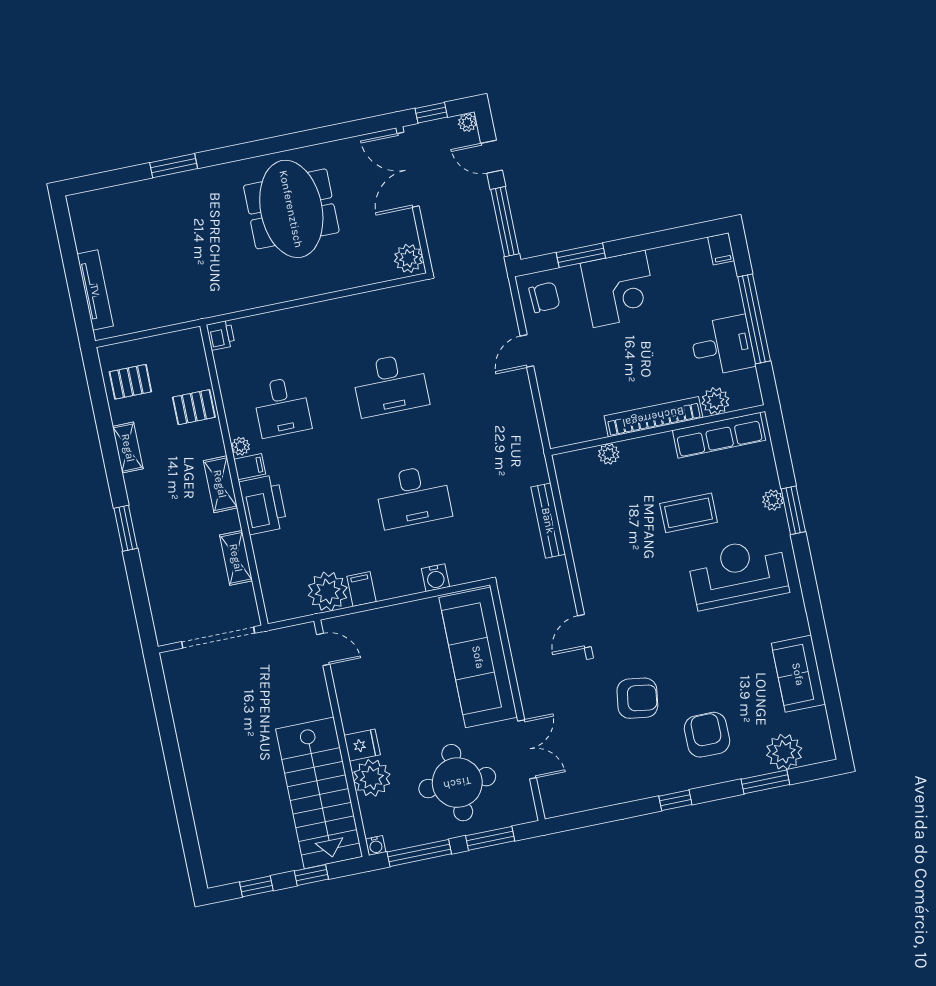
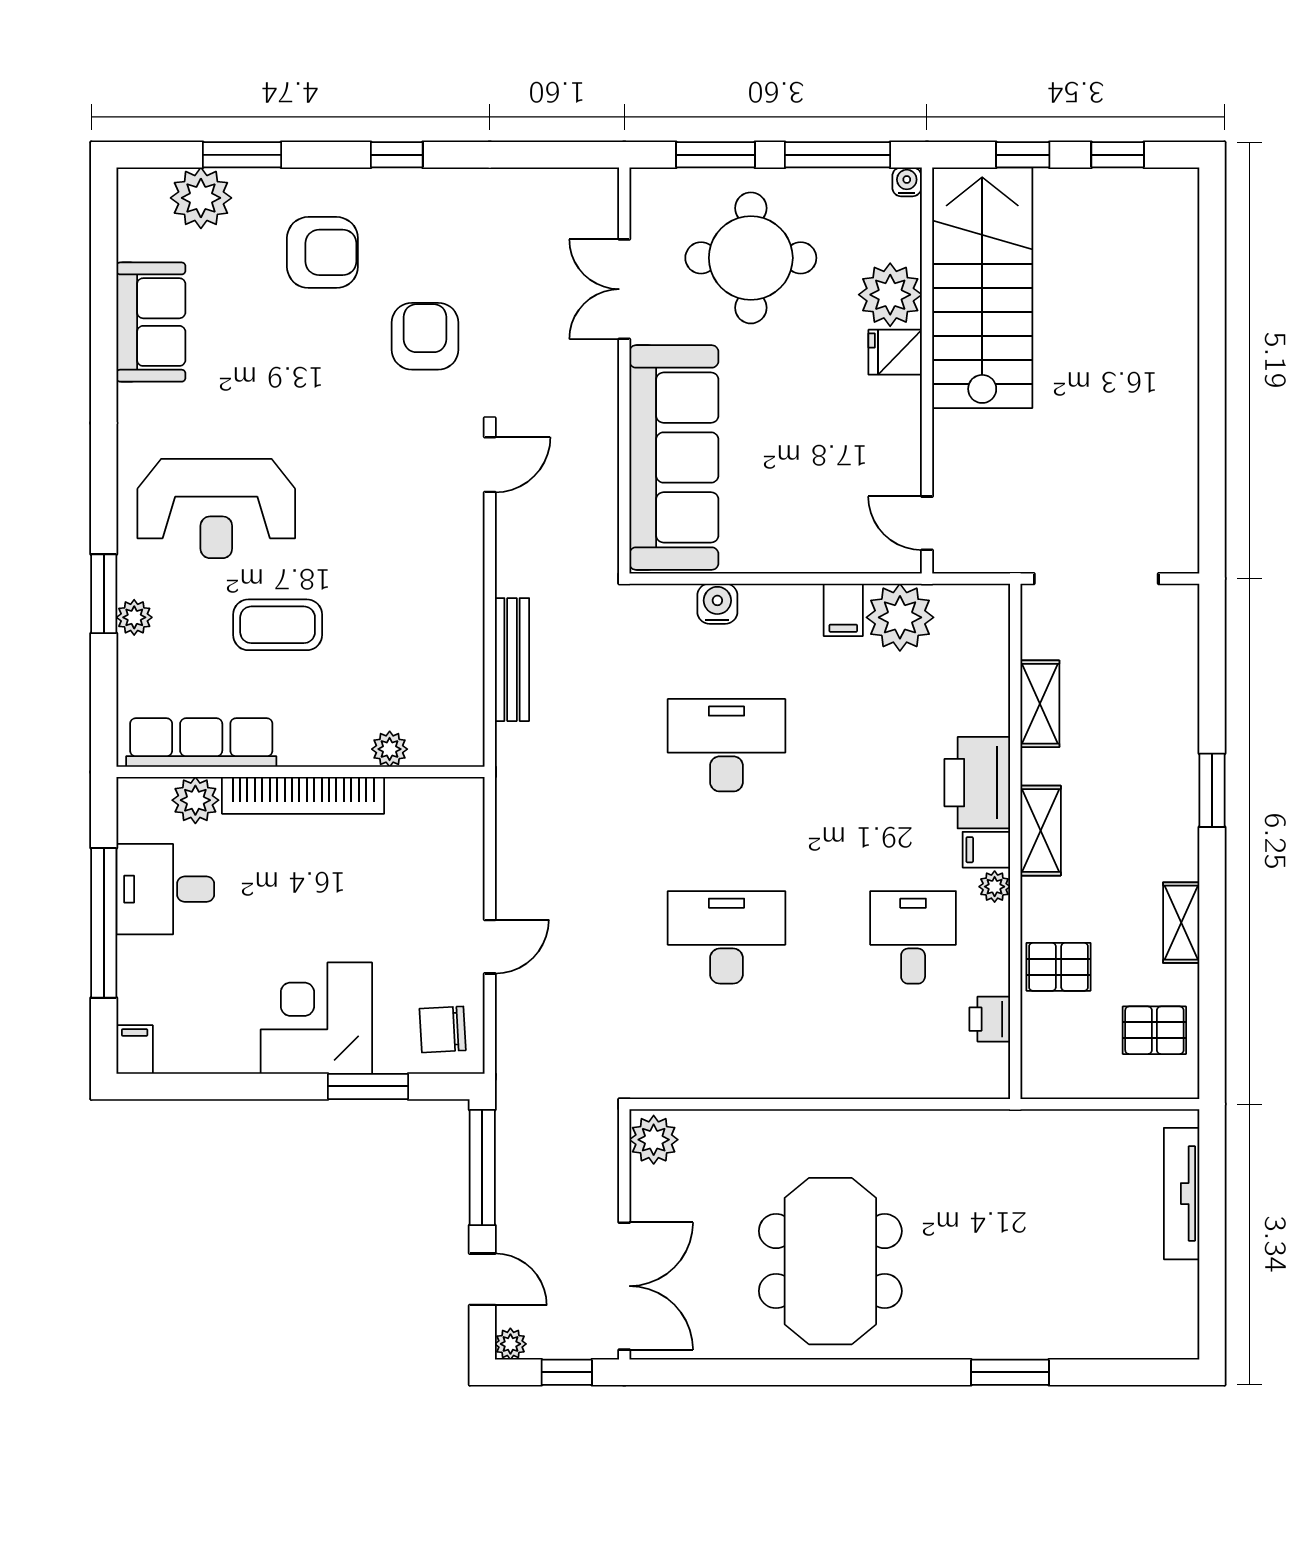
printer: (221, 335) -> (990, 1019), moved
armchair: (637, 698) -> (425, 336), turned 82
armchair: (707, 735) -> (322, 252), turned -90

